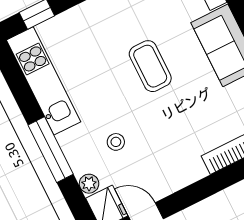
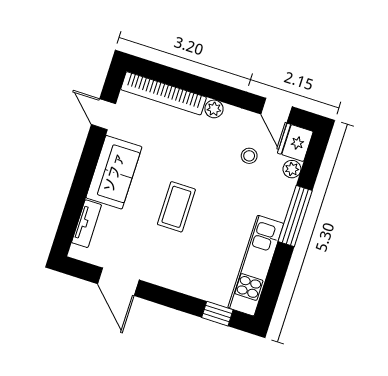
stool: (116, 142) -> (249, 156), moved
plant: (196, 171) -> (214, 109), added

